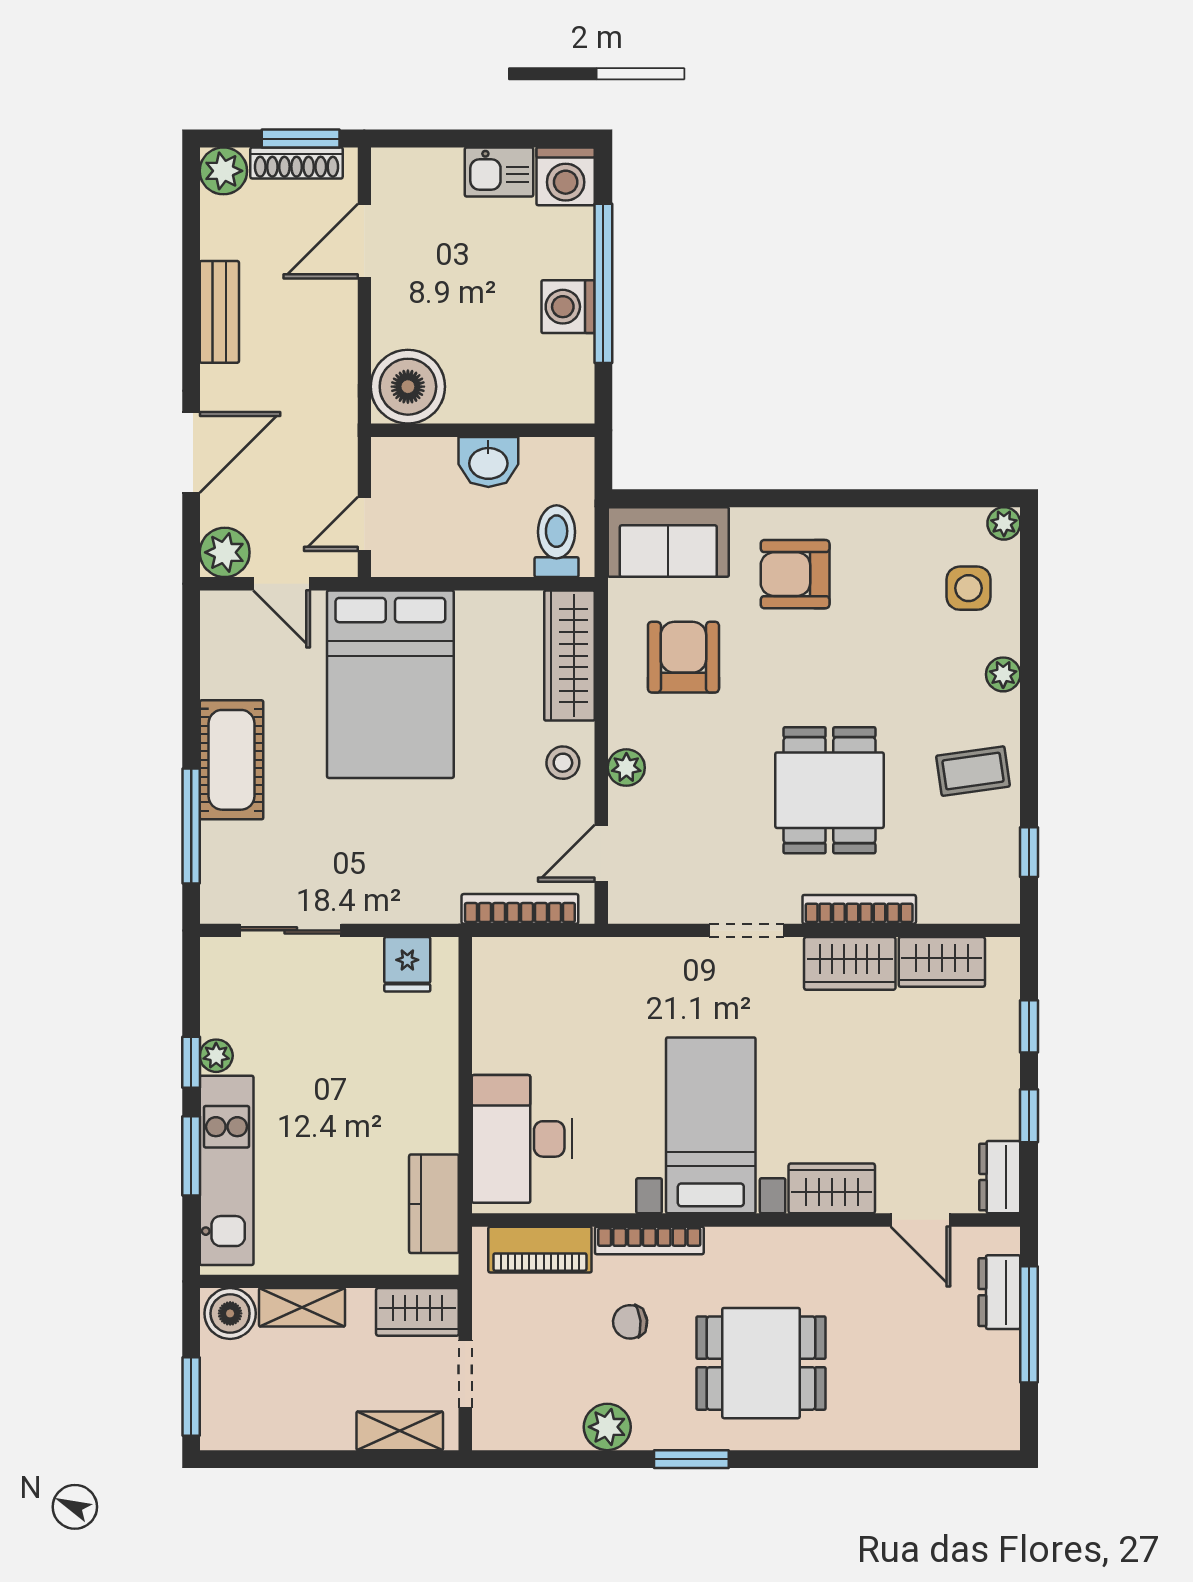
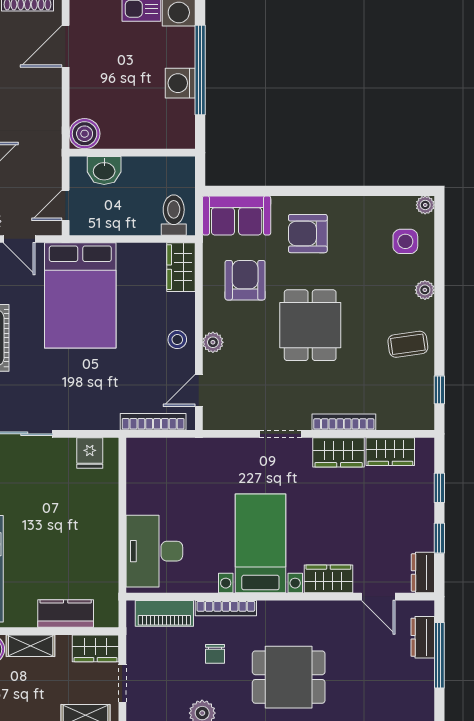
boiler: (408, 387) -> (85, 134), width x0.73, depth x0.73
washbasin: (488, 462) -> (104, 170), moved
wardrobe: (569, 656) -> (181, 267), width x0.67
dining table: (829, 790) -> (310, 325), moved
kitchen counter: (434, 1204) -> (66, 614), moved, turned 90
chair: (630, 1322) -> (215, 654), turned -84

